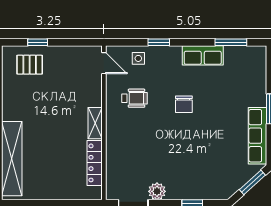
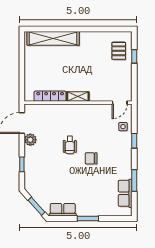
window: (231, 42) -> (134, 181), moved
row of seats: (203, 55) -> (125, 193), moved
wheelchair: (135, 98) -> (70, 145), moved
row of seats: (257, 136) -> (63, 210), width x0.68

